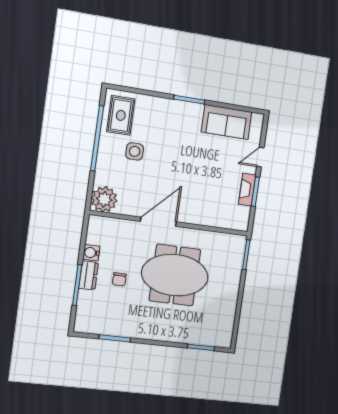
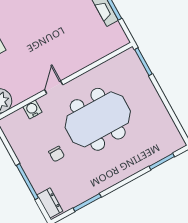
door: (158, 222) -> (54, 87), width x0.53
water cooler: (91, 253) -> (32, 109), moved, turned 90
dresser: (89, 275) -> (50, 203), moved

